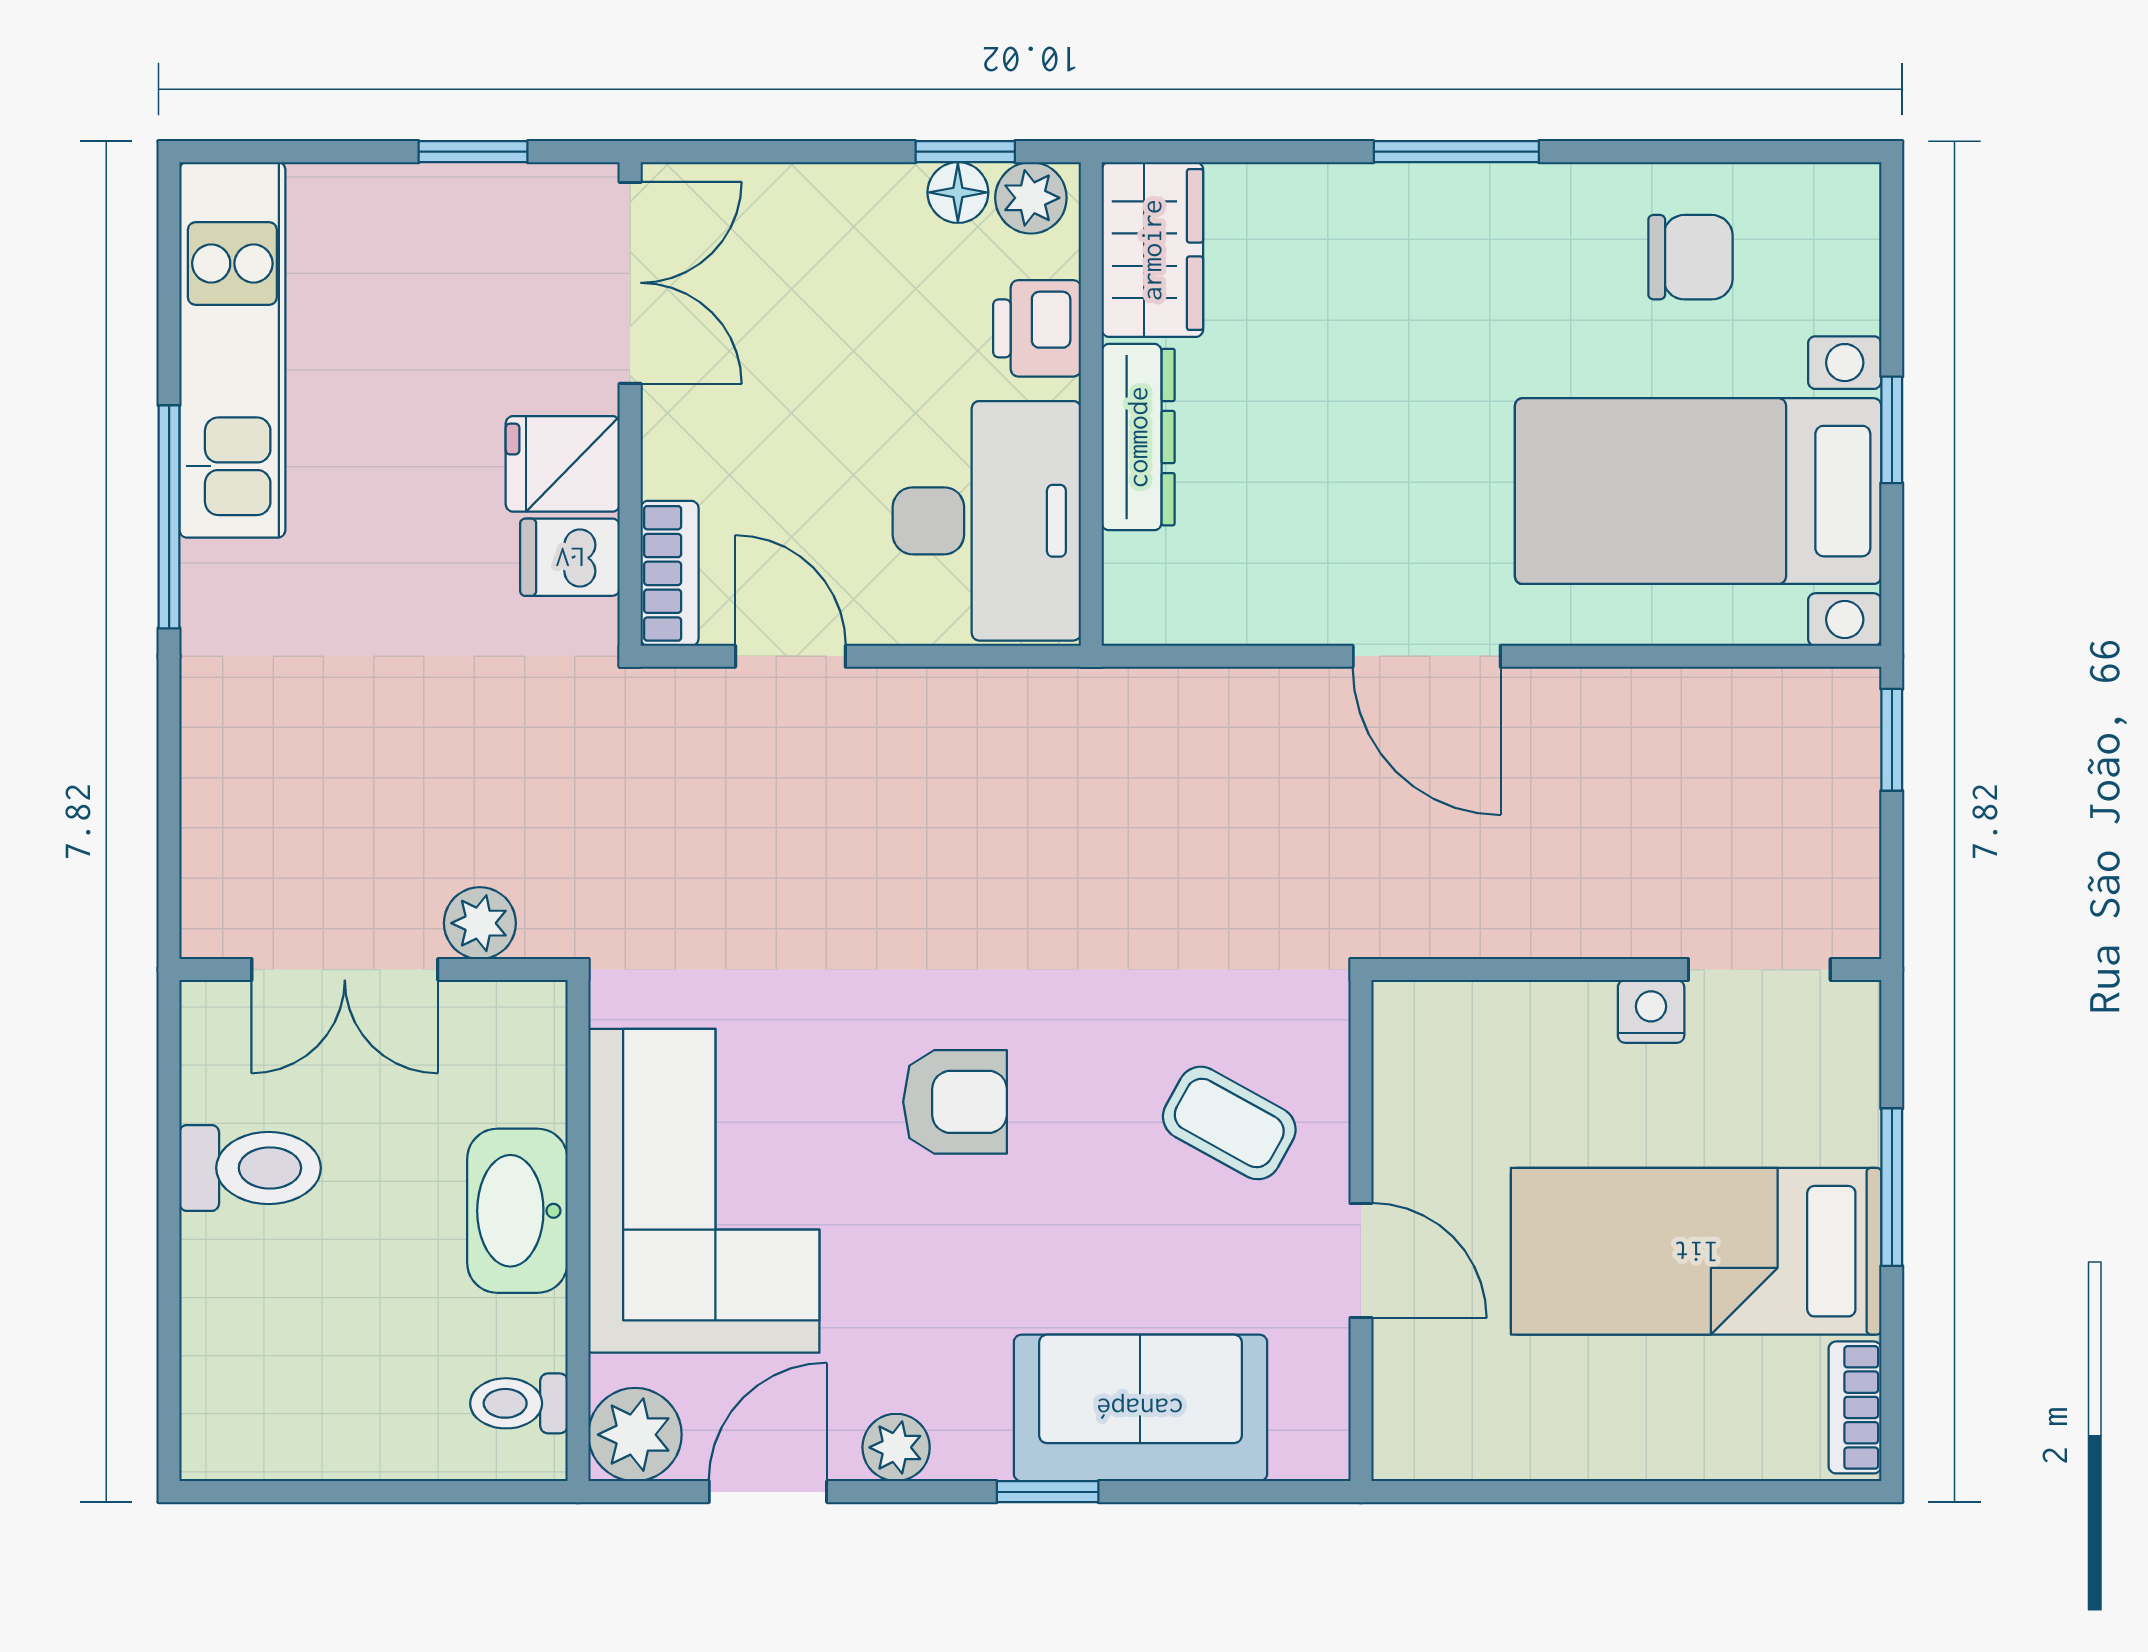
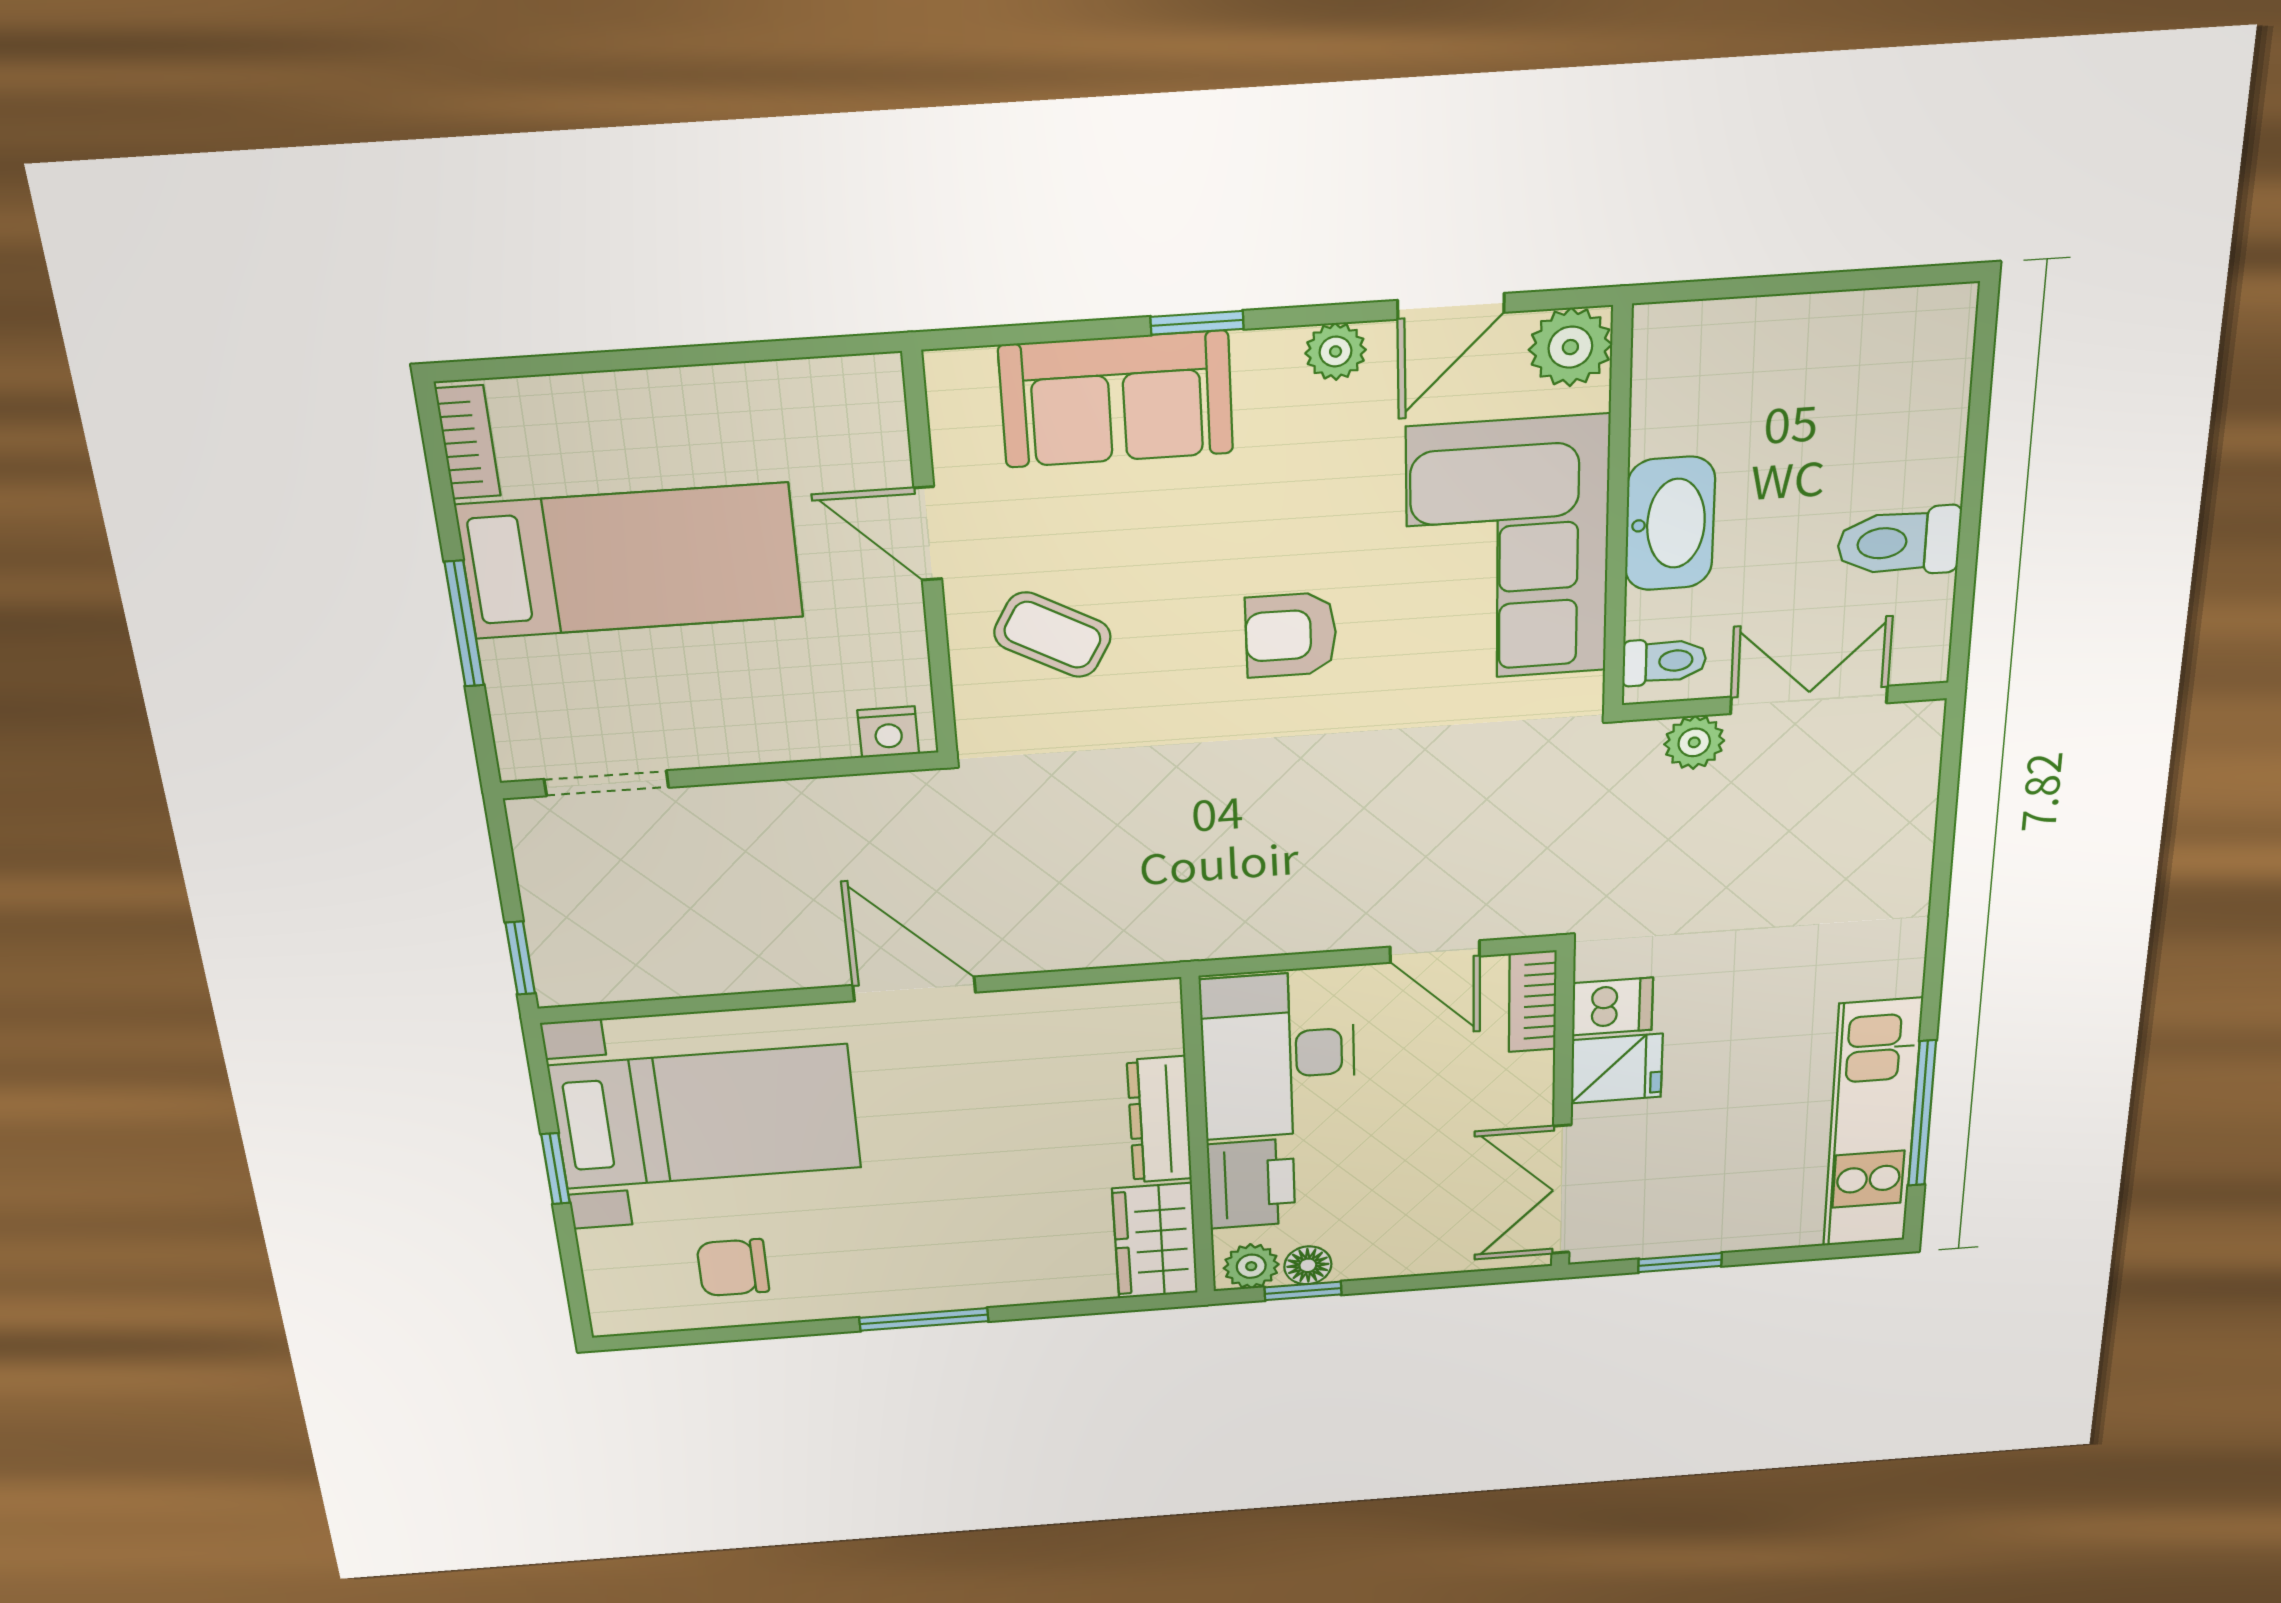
printer: (1037, 328) -> (1251, 1184), width x1.36, depth x1.24
window: (169, 517) -> (1922, 1114), moved
nightstand: (1651, 1011) -> (888, 732), moved
toilet: (519, 1403) -> (1664, 661), moved

